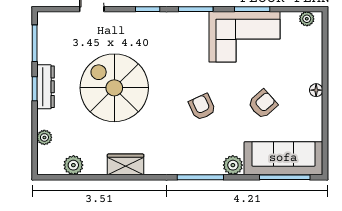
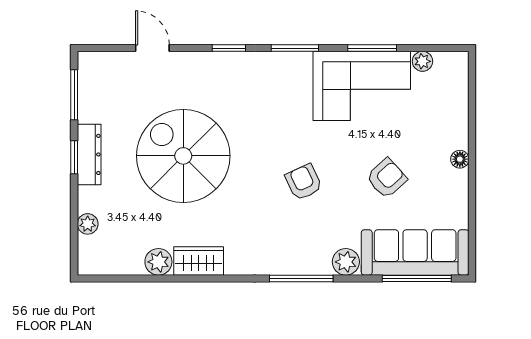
plant: (307, 19) -> (422, 61), moved
plant: (73, 165) -> (158, 262), moved

